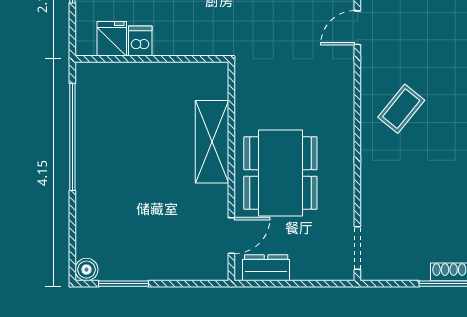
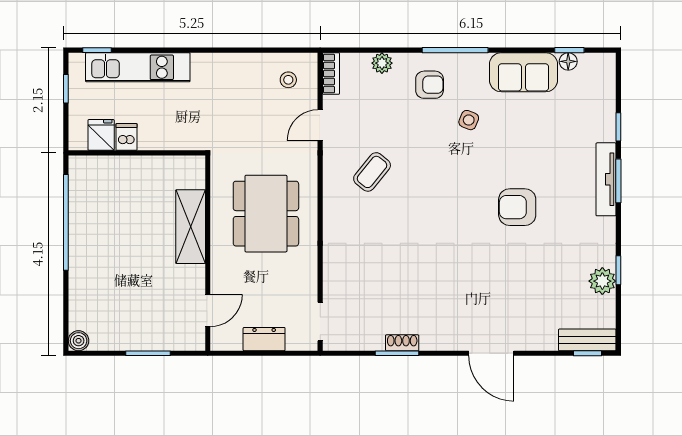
coffee table: (401, 109) -> (372, 172), moved
dining table: (280, 173) -> (266, 214), moved
dresser: (266, 268) -> (264, 339), moved
window: (124, 284) -> (148, 353), moved

